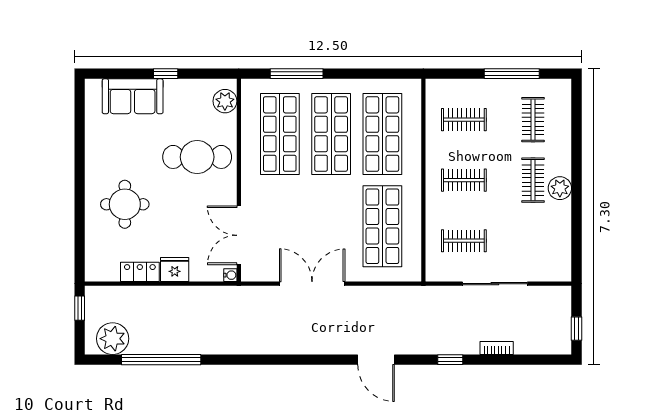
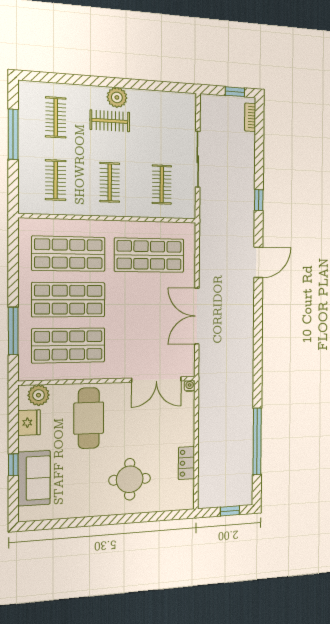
window: (166, 74) -> (13, 465), moved
clothes rail: (533, 120) -> (56, 117), turned 90
fridge: (175, 269) -> (29, 423), moved, turned 180
window: (80, 308) -> (230, 511), moved
plant: (113, 339) -> (240, 483), removed
bookcase: (497, 348) -> (250, 117), moved

